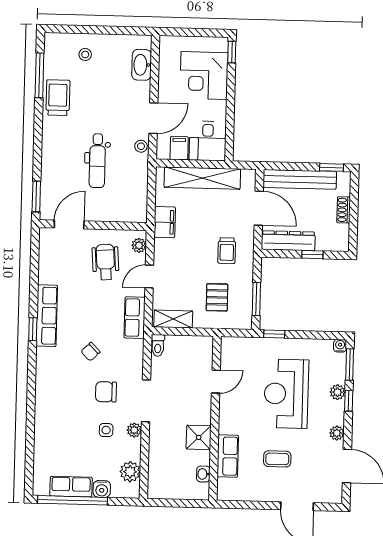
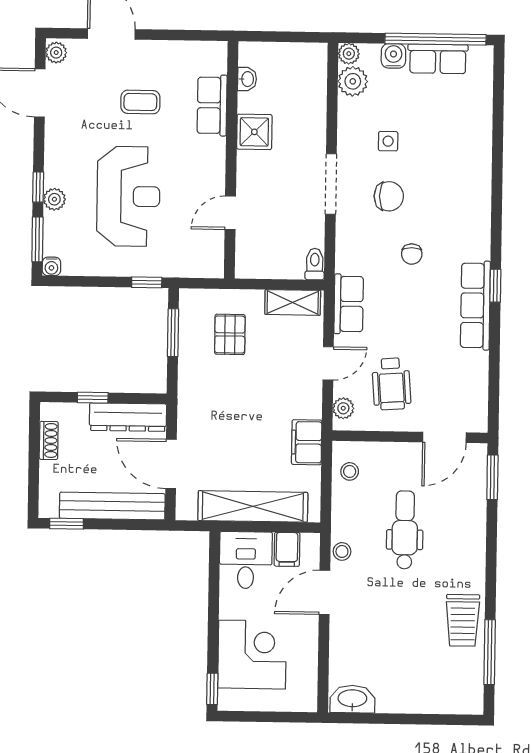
stool: (85, 54) -> (350, 471), moved
washbasin: (142, 65) -> (352, 699), moved, turned -90
shoe rack: (344, 210) -> (49, 440), moved
trolley: (227, 251) -> (216, 402), removed
chair: (91, 352) -> (412, 254), turned 134
plant: (134, 430) -> (349, 54), moved
plant: (337, 433) -> (56, 53), moved

